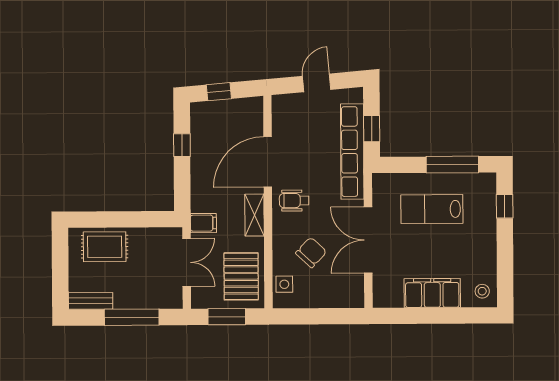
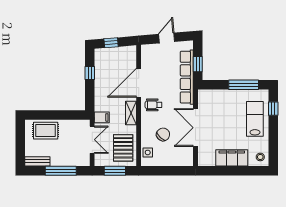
lab bench: (432, 209) -> (255, 119), moved, turned 90

